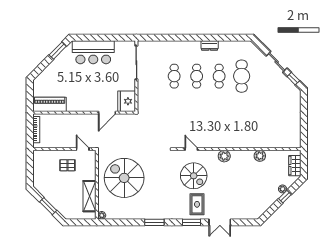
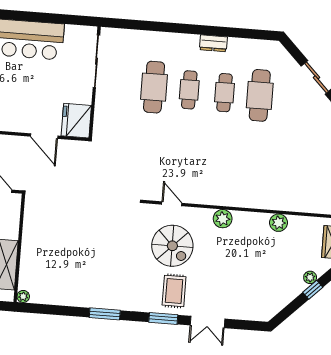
cafe table: (174, 76) -> (154, 87), width x1.37, depth x1.35
door: (107, 113) -> (44, 136), hinge flipped
spiral stairs: (124, 178) -> (63, 241), removed

